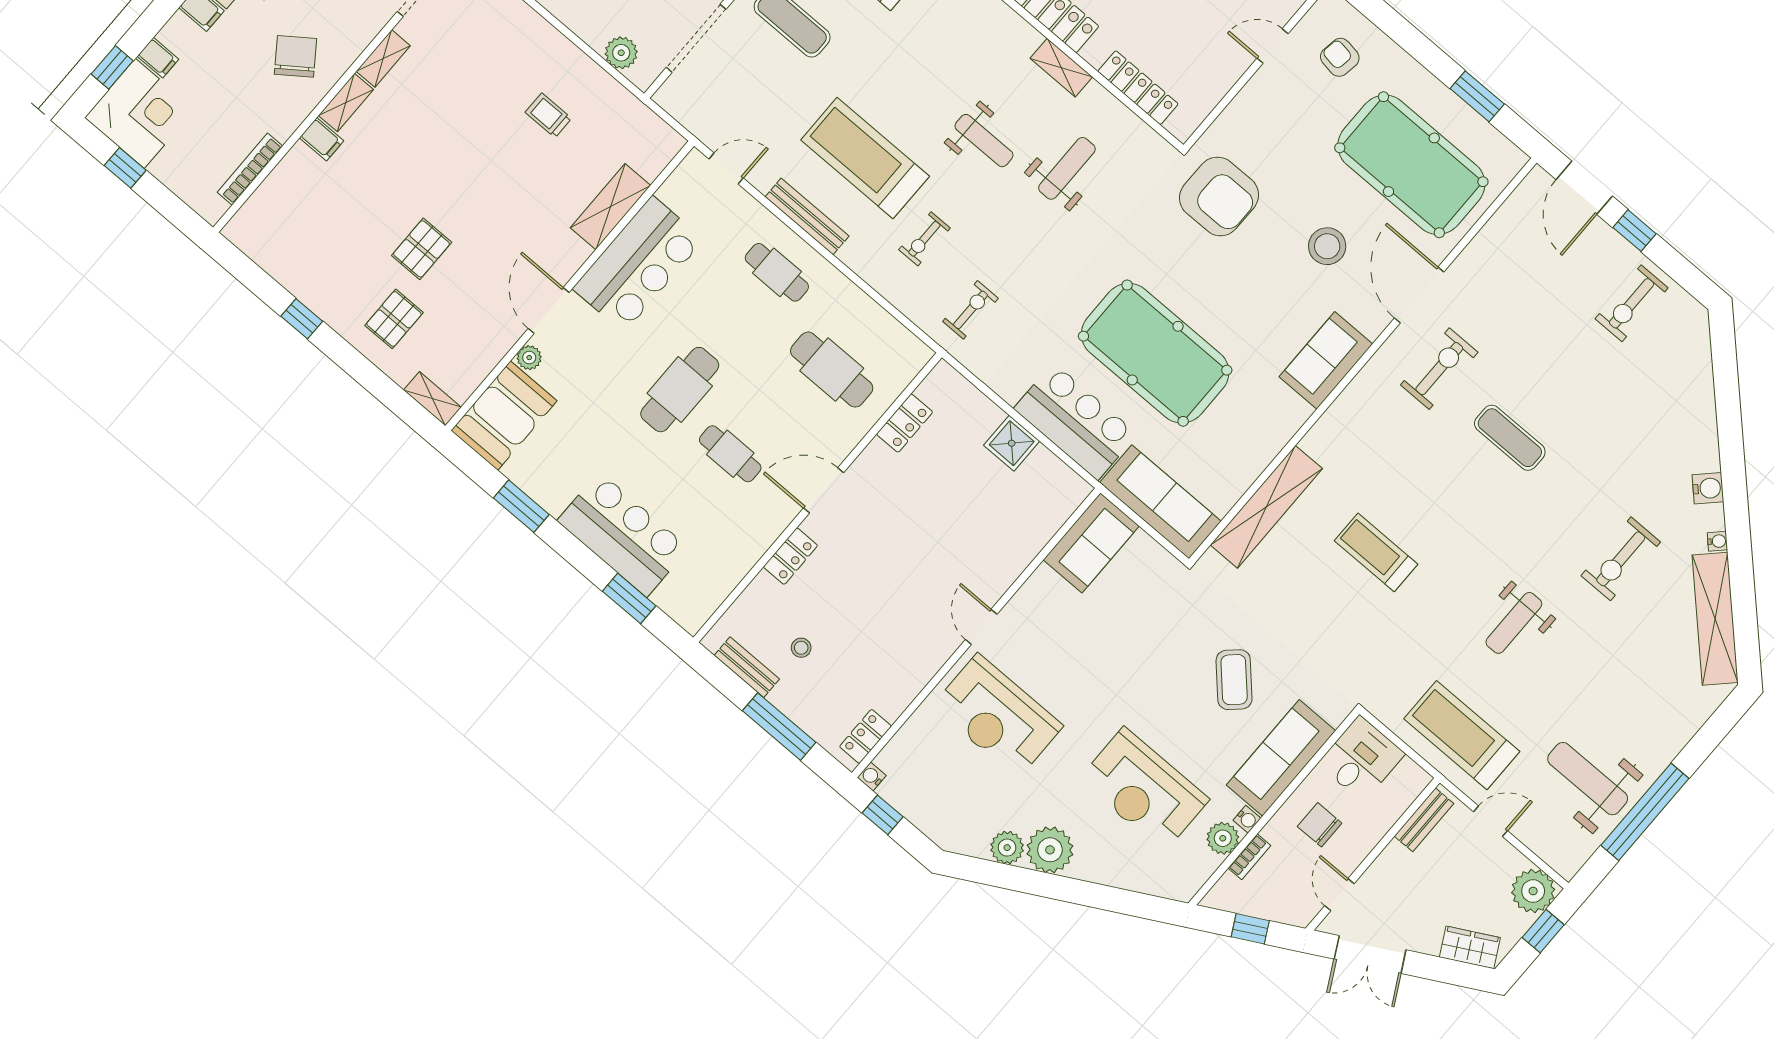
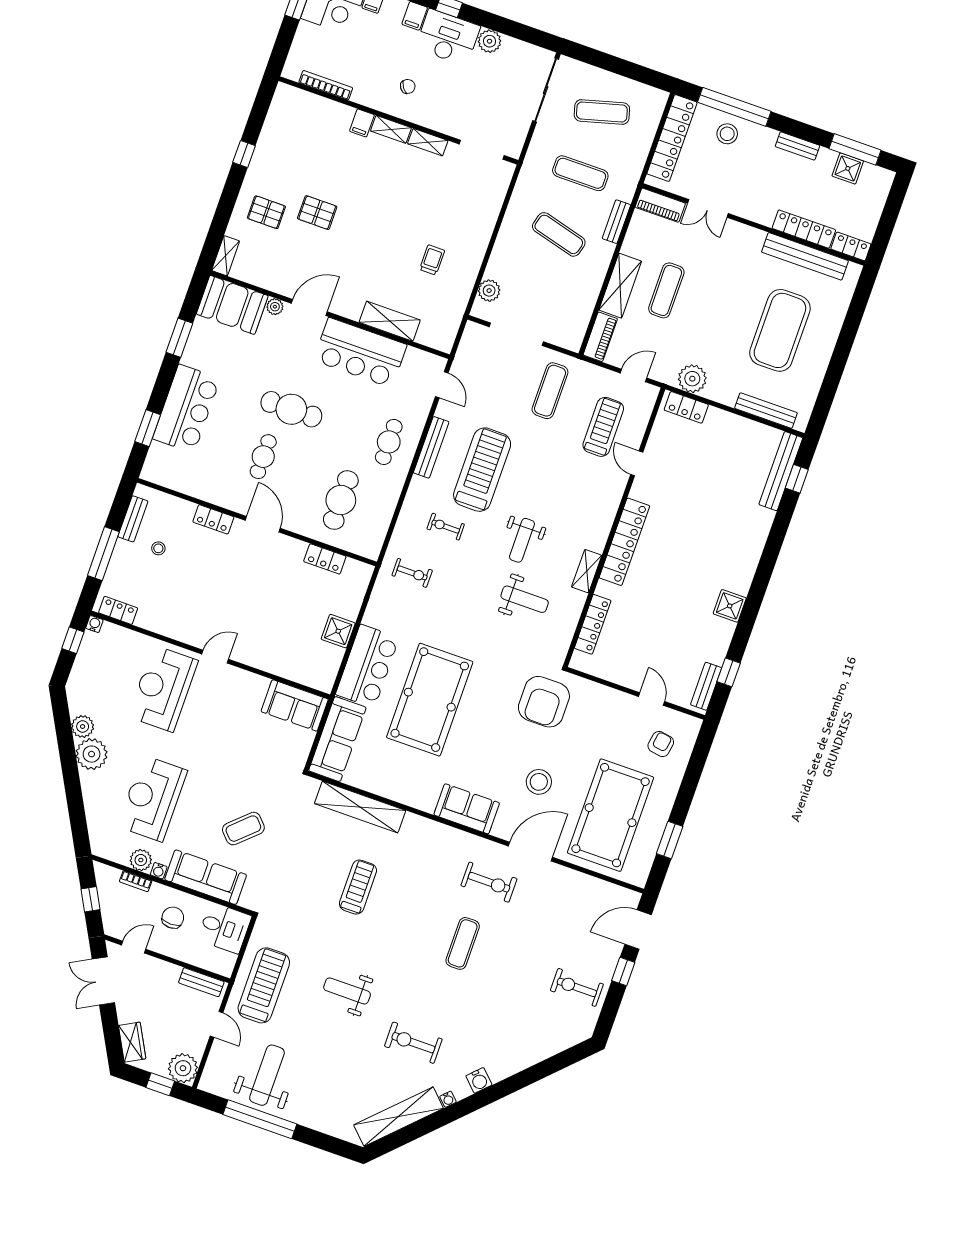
chair: (296, 56) -> (408, 86), width x0.54, depth x0.54

